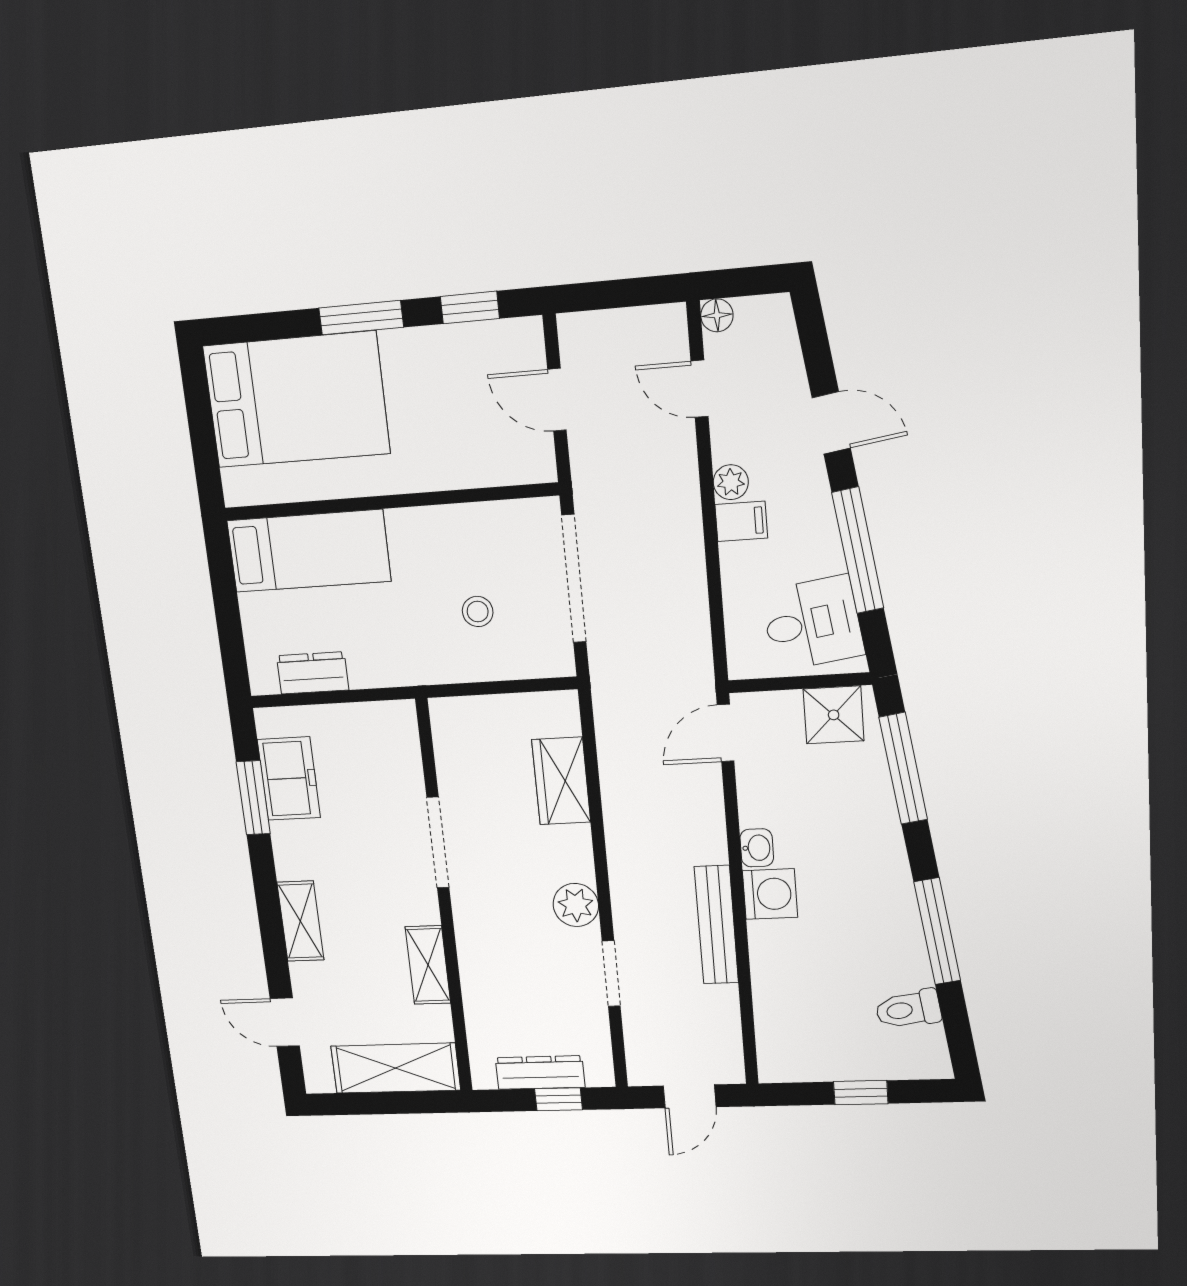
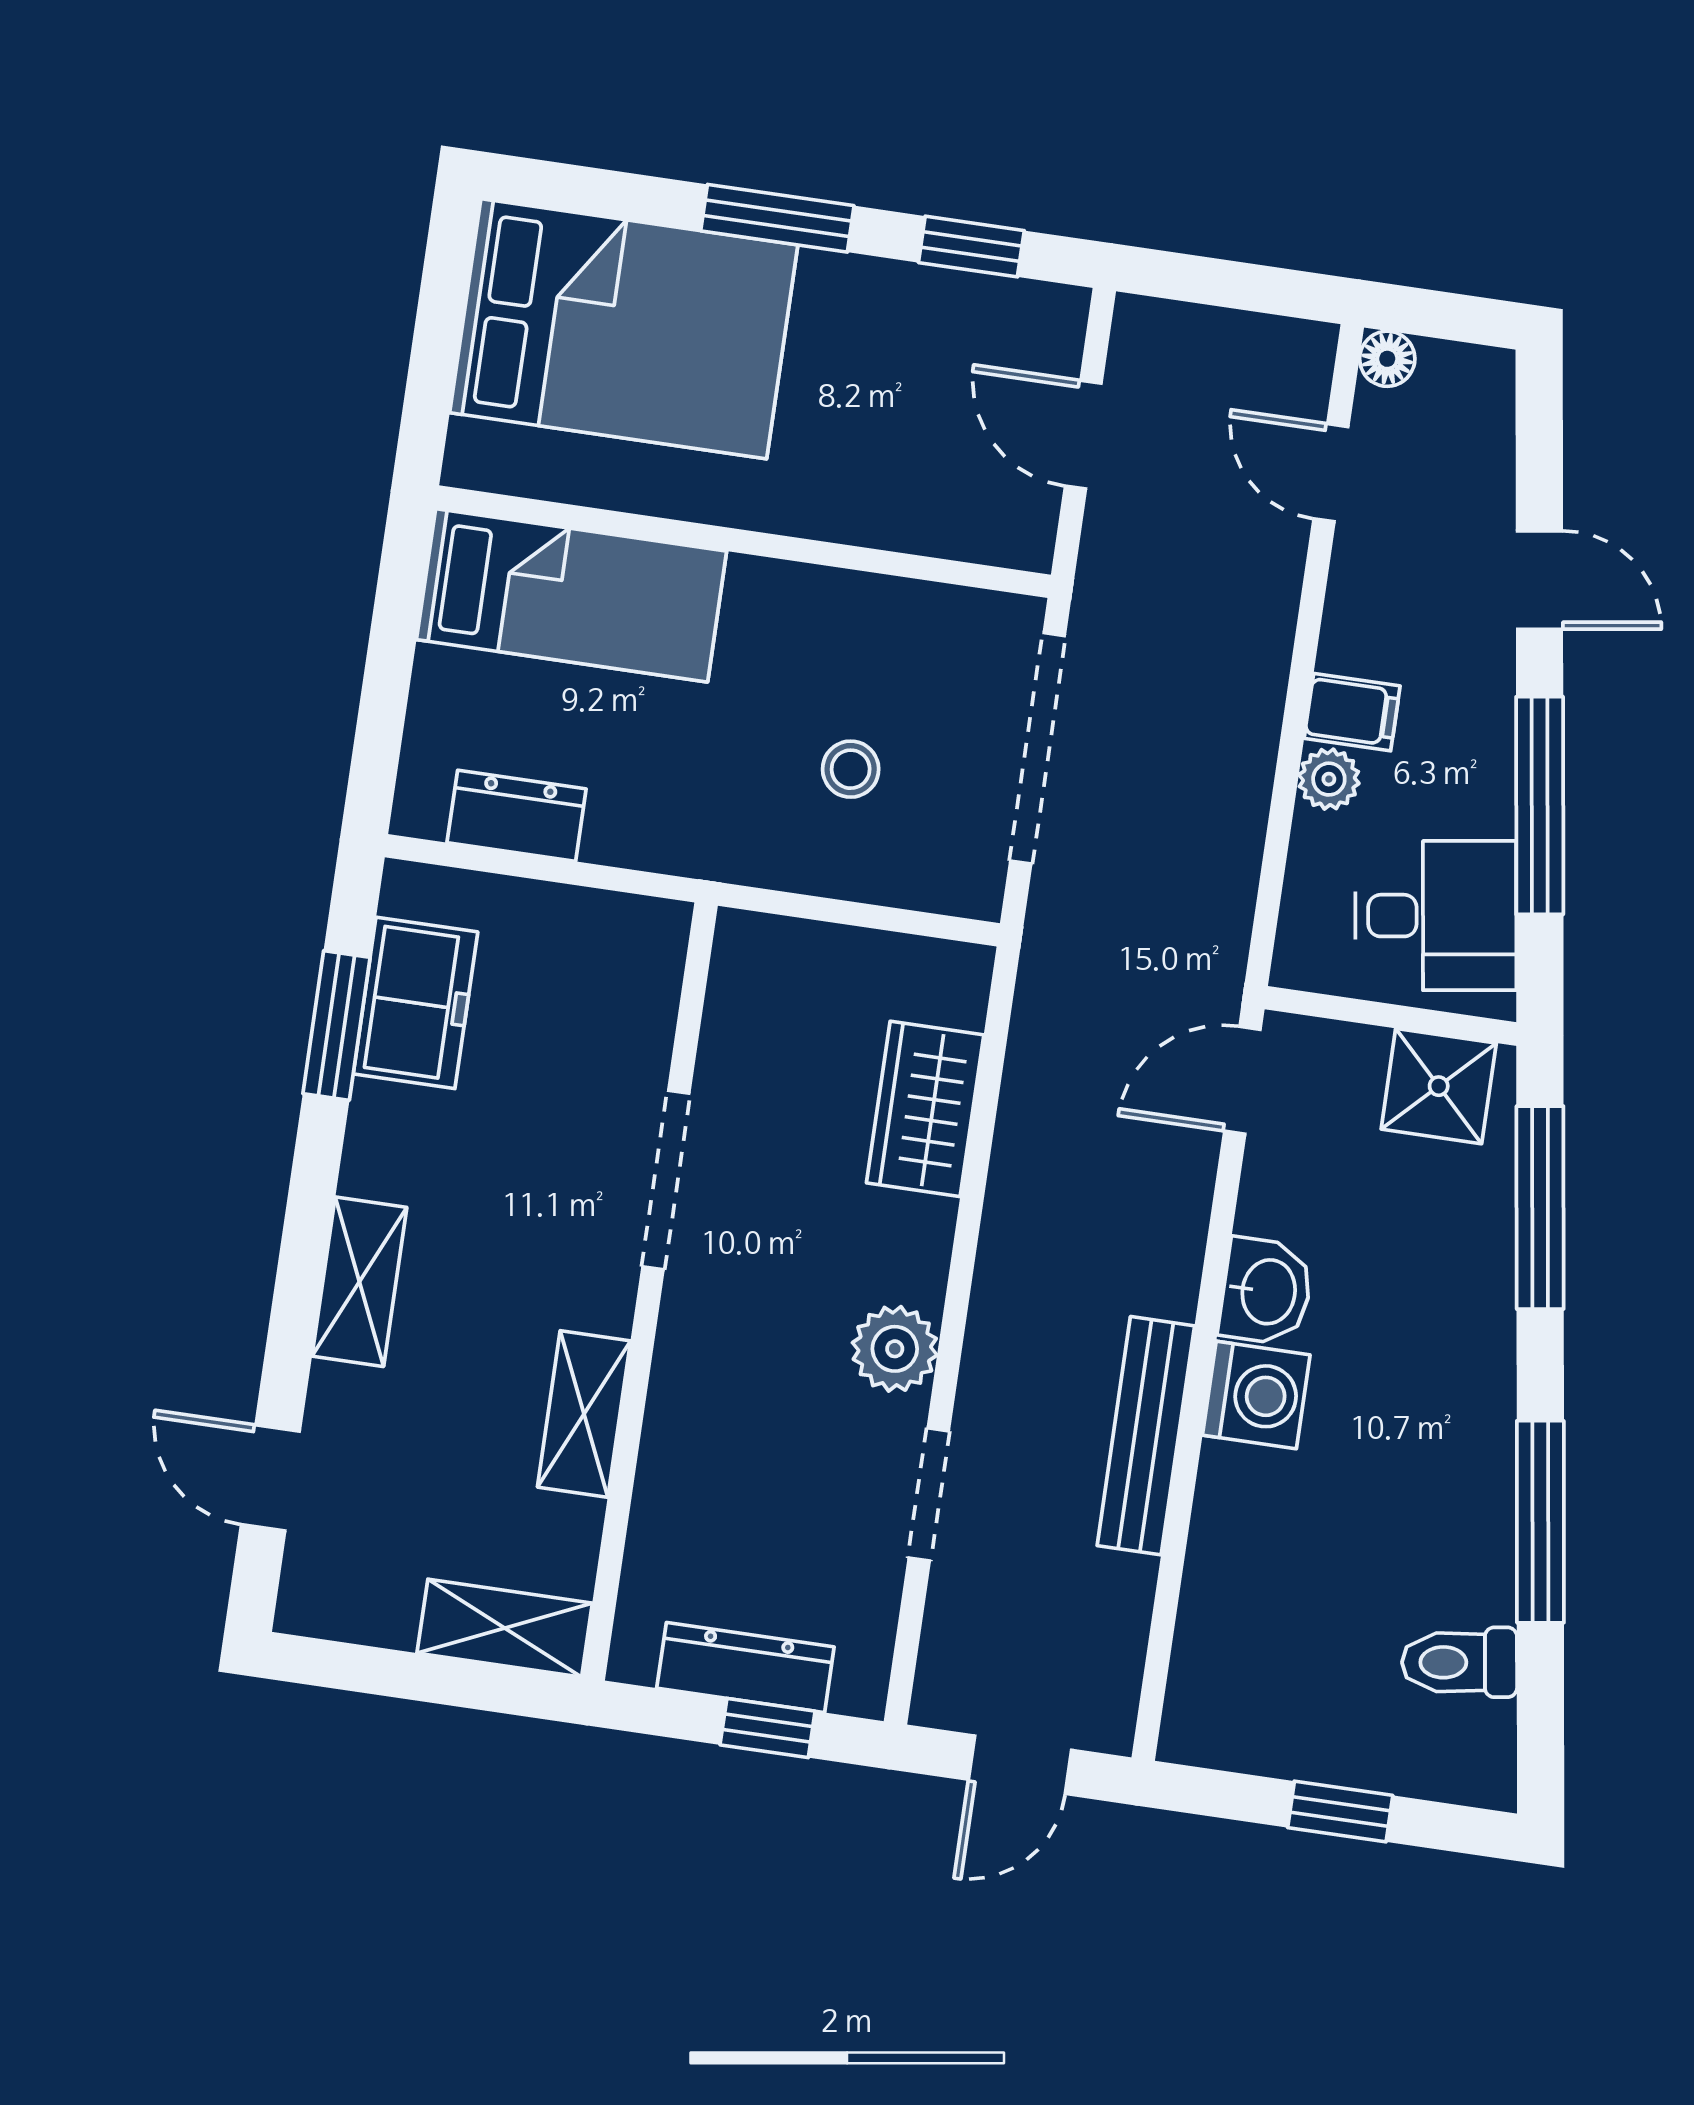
plant: (731, 482) -> (1329, 779), moved
washbasin: (757, 848) -> (1266, 1291), width x1.38, depth x1.45
shelving: (396, 1068) -> (505, 1628), width x0.67, depth x0.75

